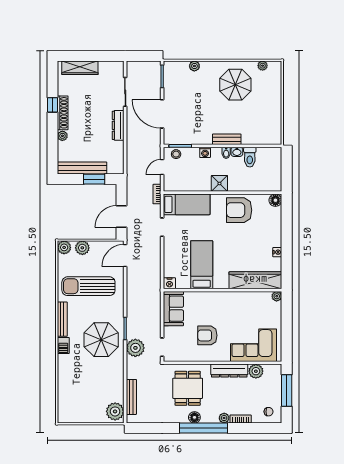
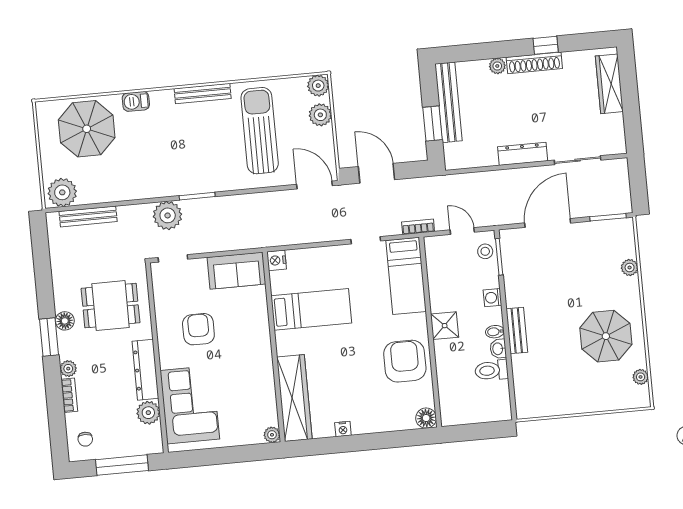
parasol: (101, 340) -> (87, 129), moved
barbecue: (63, 346) -> (136, 101), moved
window: (203, 428) -> (49, 337), width x0.47

